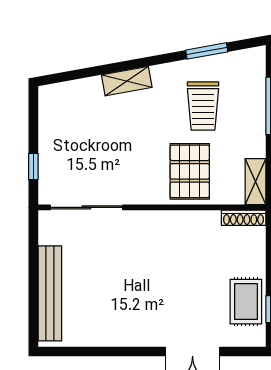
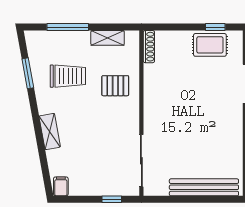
filing cabinet: (51, 96) -> (61, 186), added
pallet: (190, 171) -> (115, 86), width x0.67, depth x0.71
shelving: (255, 182) -> (108, 38), moved

